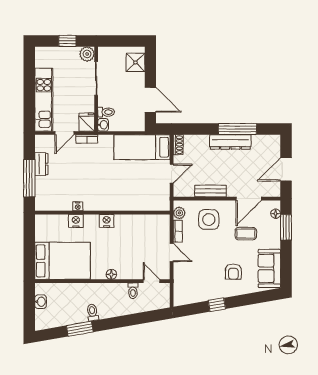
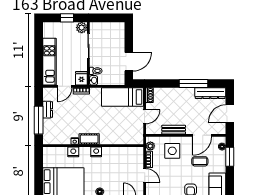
shower: (135, 62) -> (118, 34), removed
door: (150, 100) -> (129, 62), hinge flipped
dresser: (230, 142) -> (210, 93), moved
cot: (97, 204) -> (89, 139), added

